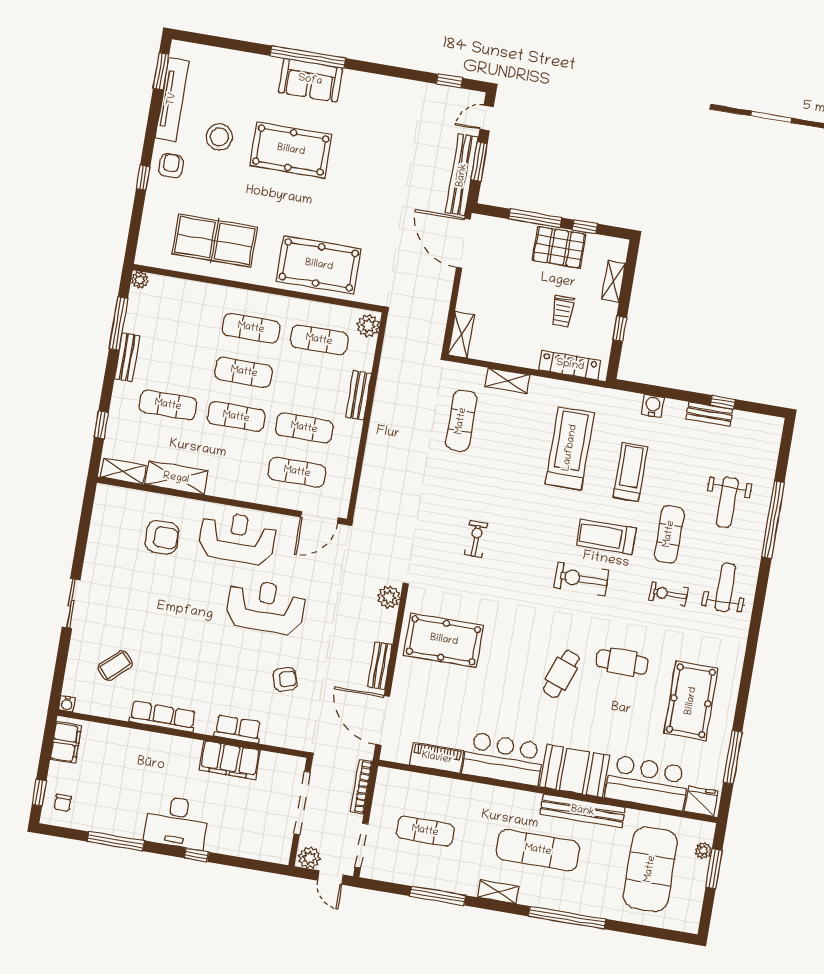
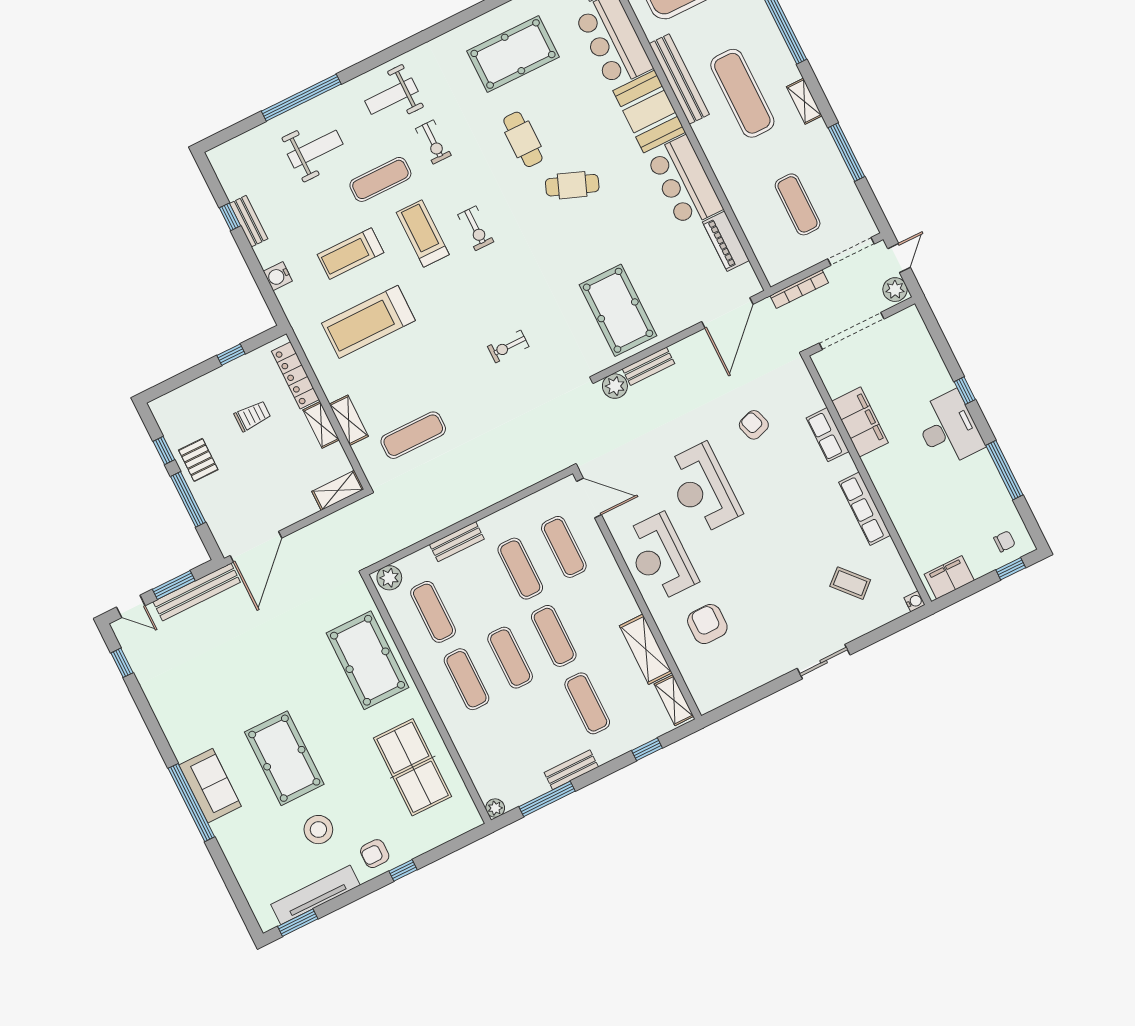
pallet: (559, 247) -> (198, 460), width x0.67, depth x0.71
shelving: (614, 281) -> (321, 425), moved, turned 90
treadmill: (606, 537) -> (423, 234), turned 180
exercise bike: (581, 579) -> (476, 228), width x0.73, depth x0.72
bench: (380, 666) -> (648, 366), moved

